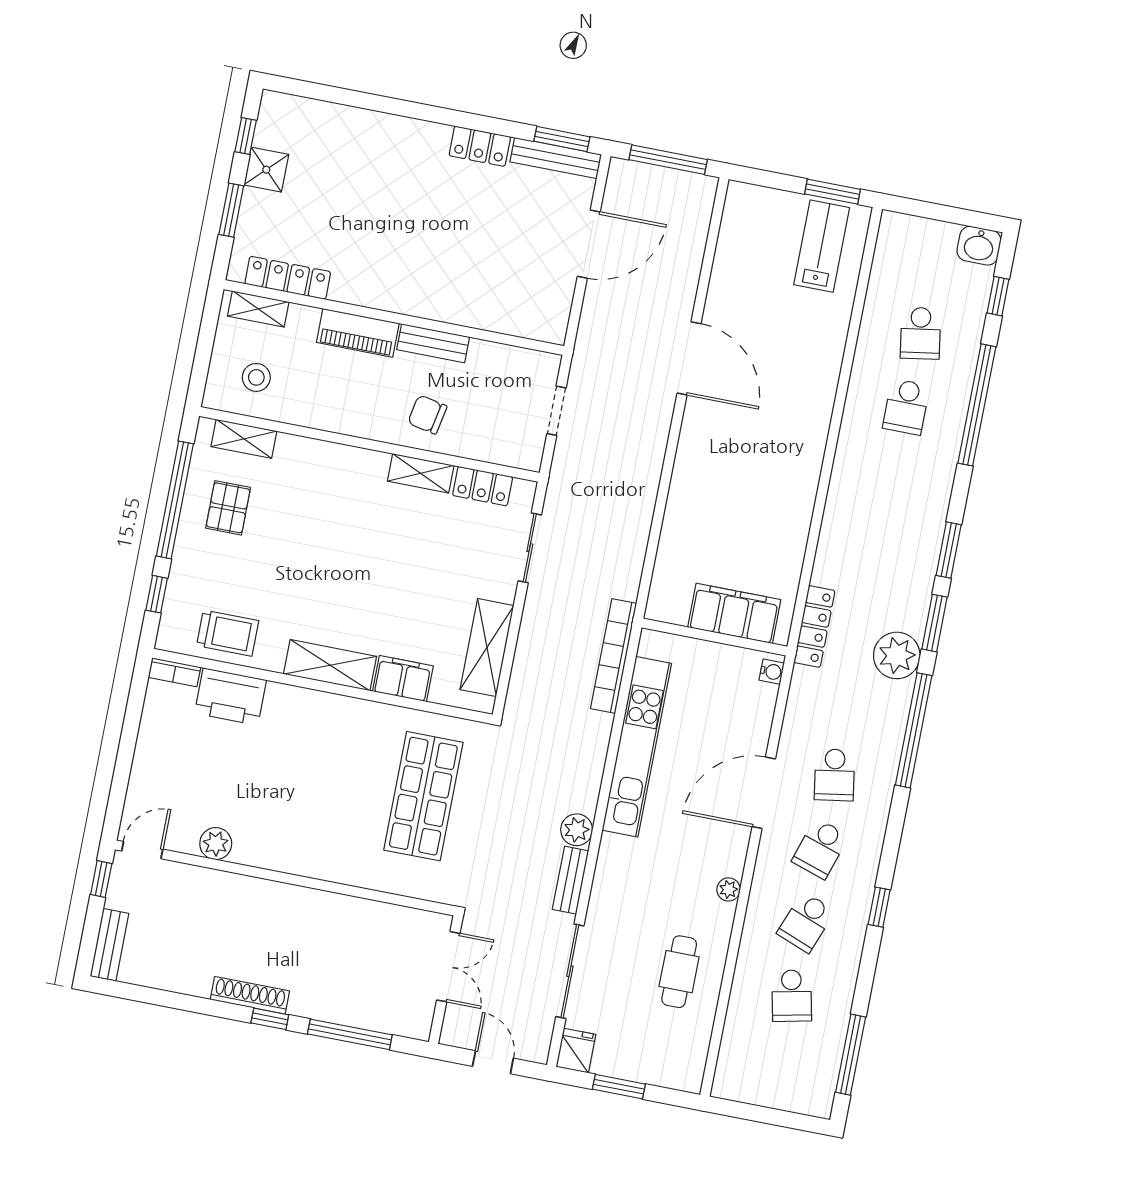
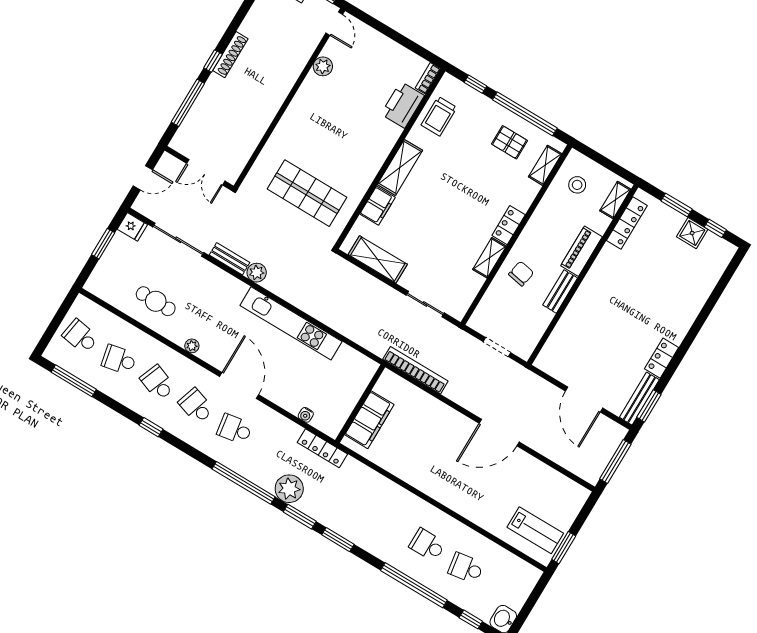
locker: (483, 486) -> (509, 225), moved
filing cabinet: (734, 613) -> (369, 420), moved
wall: (714, 637) -> (360, 404), moved
bookcase: (614, 656) -> (415, 370), moved
school desk: (777, 1069) -> (81, 337), added

